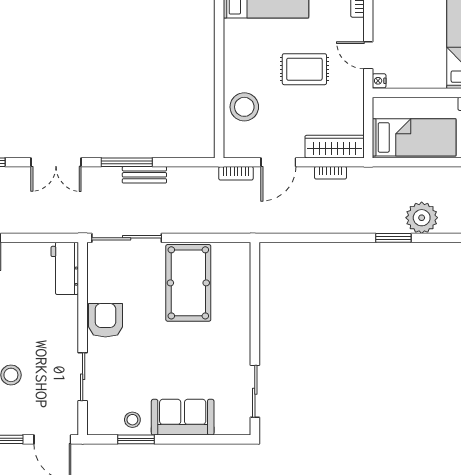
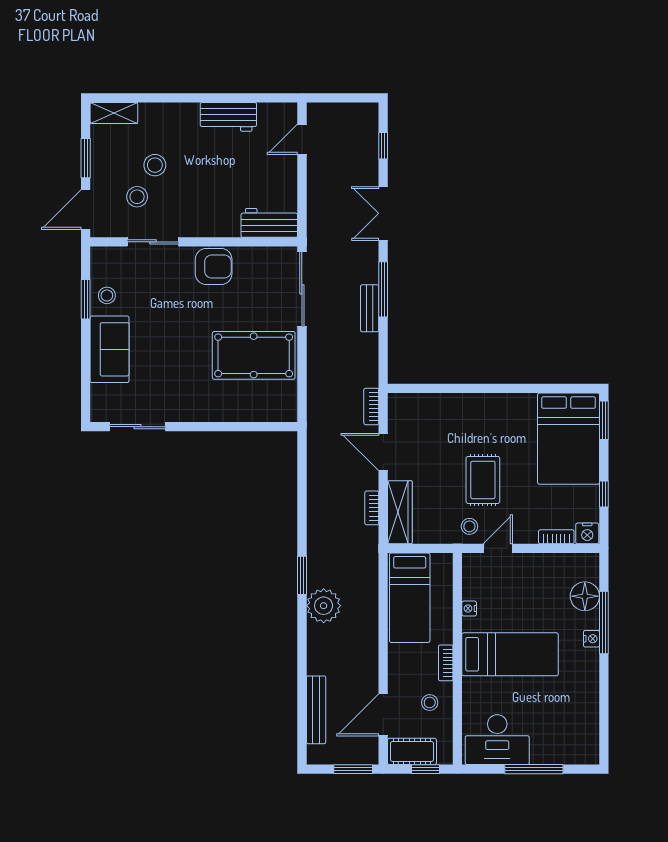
nightstand: (379, 81) -> (469, 608), moved, turned -90
stool: (244, 107) -> (469, 526), moved, width x0.53, depth x0.53
stool: (40, 392) -> (137, 197), added

